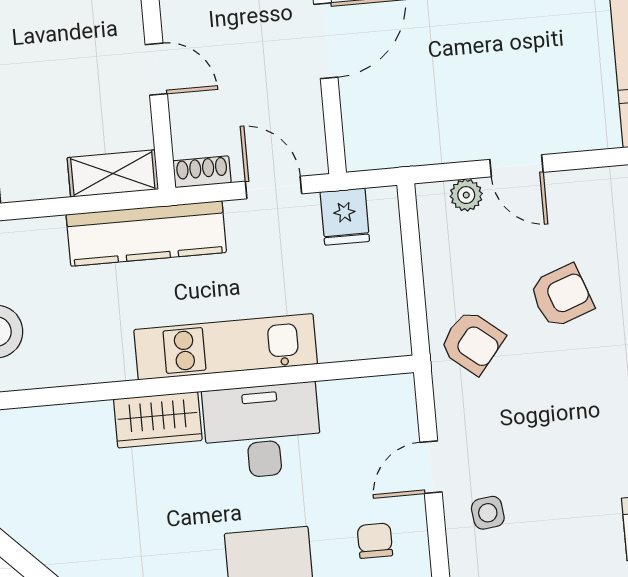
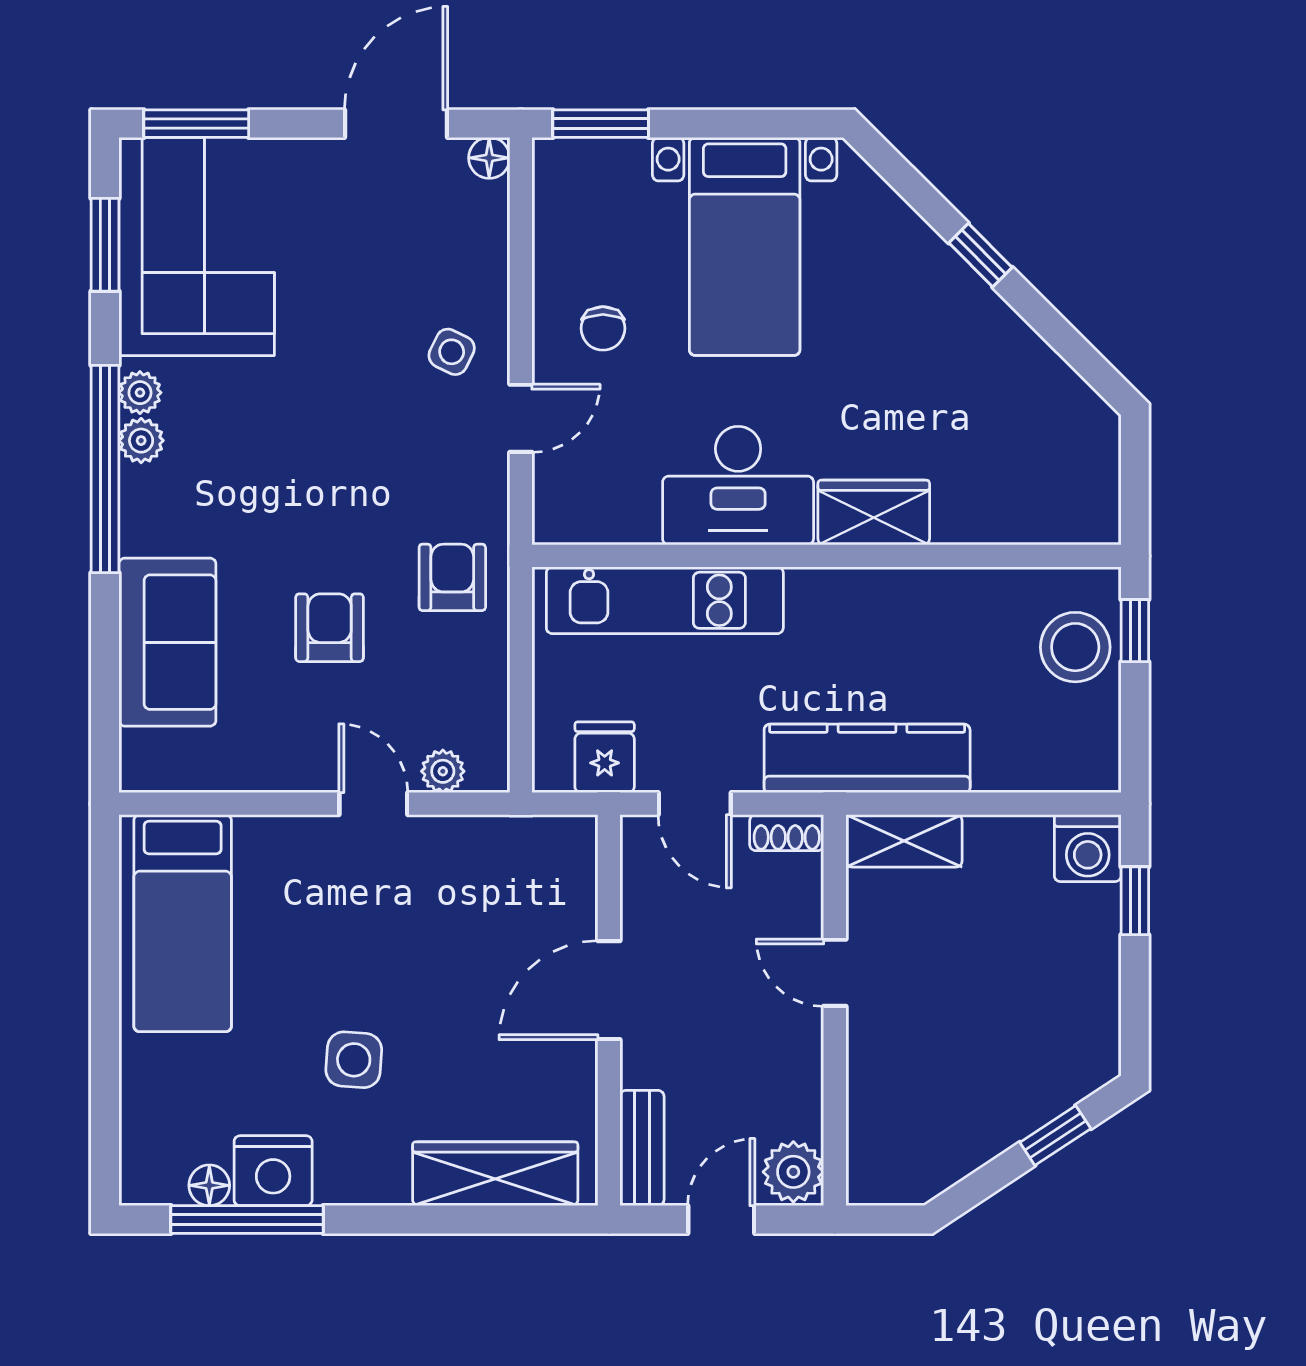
armchair: (562, 296) -> (330, 628), turned 110
armchair: (472, 342) -> (452, 577), turned 51
kitchen unit: (226, 347) -> (665, 600), moved
side table: (488, 513) -> (452, 352), turned 33

